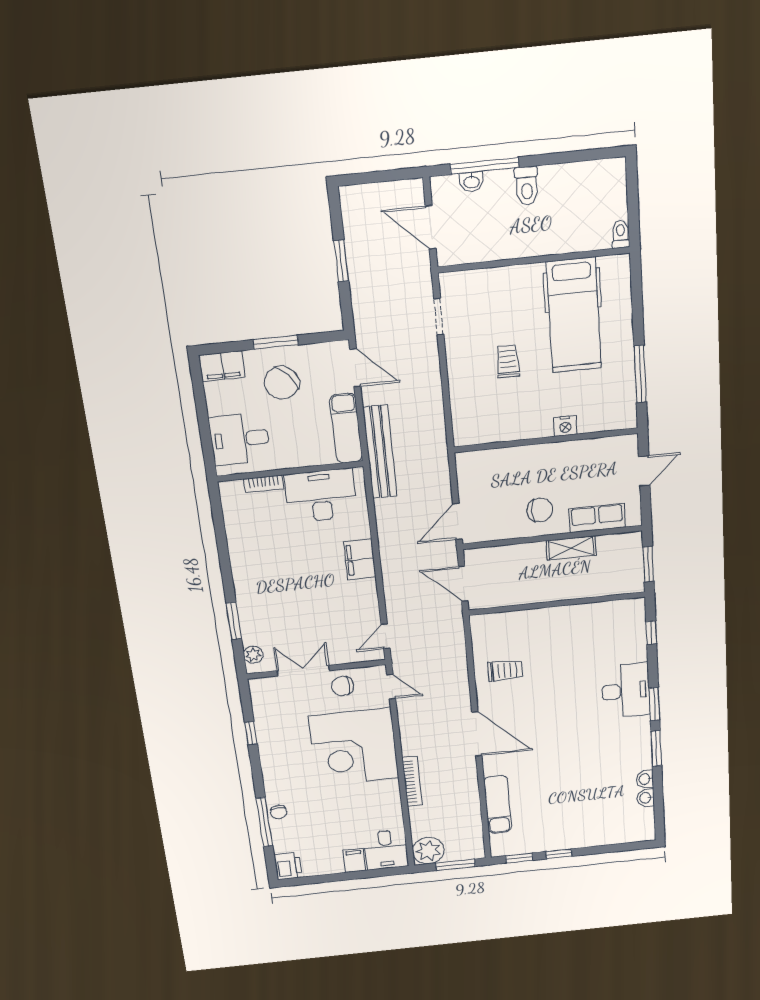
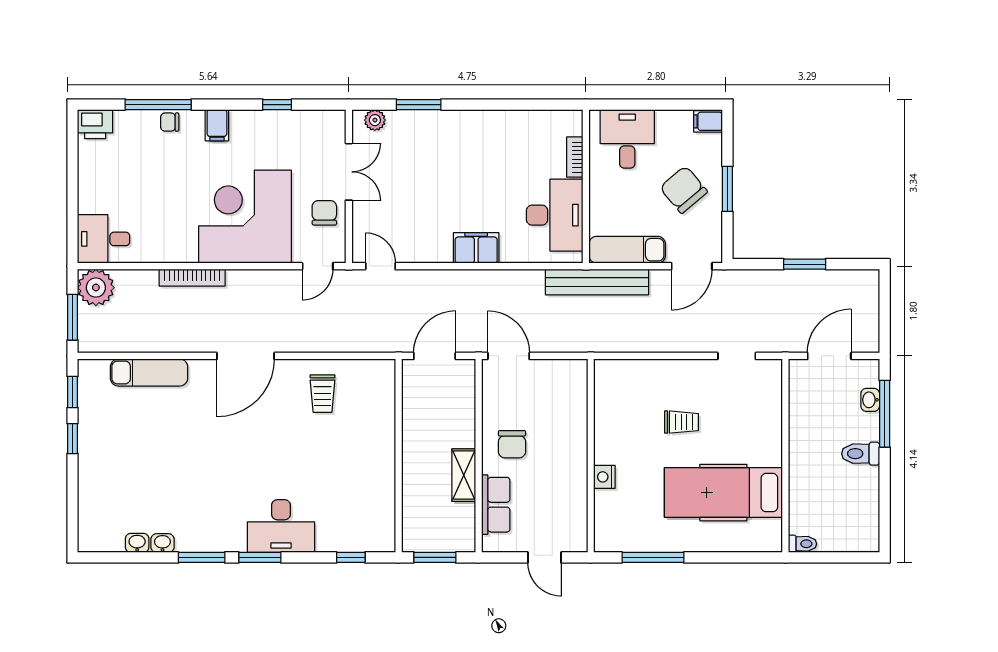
filing cabinet: (222, 366) -> (708, 121), width x0.50
filing cabinet: (354, 860) -> (217, 125), moved, turned 90

